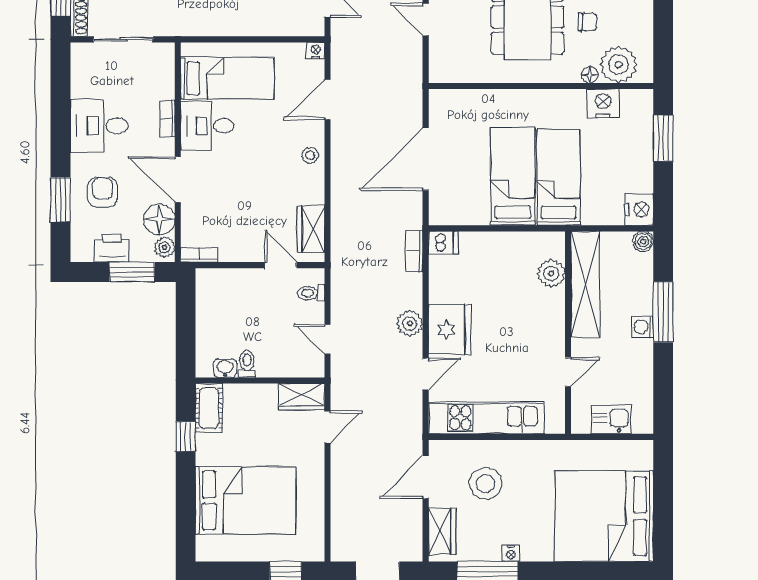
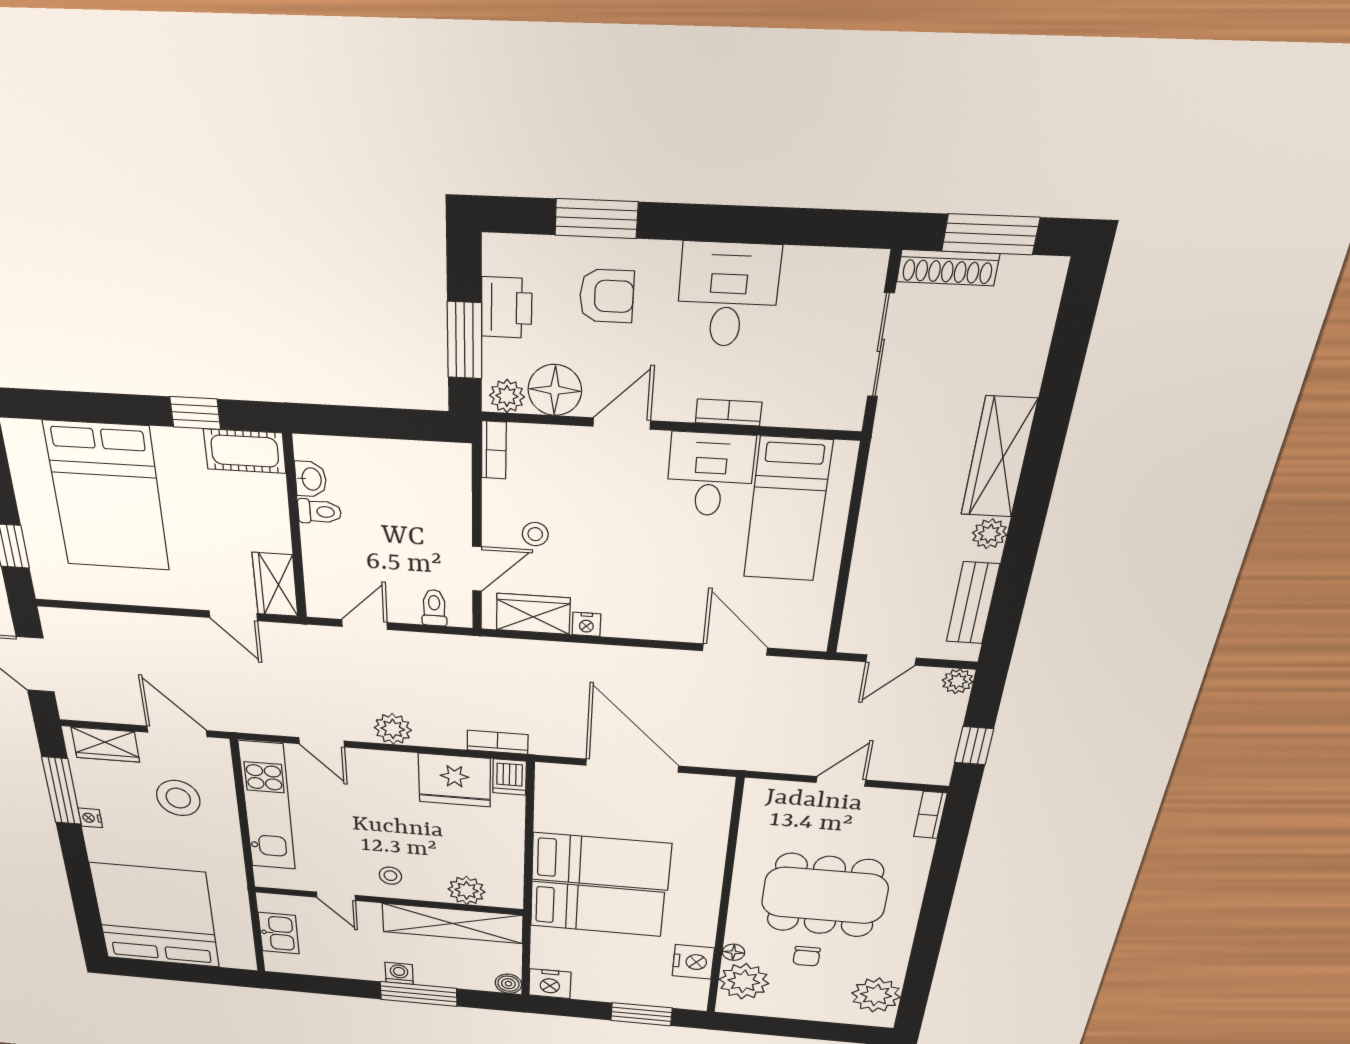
nightstand: (316, 51) -> (586, 624), moved, turned 90
stool: (310, 155) -> (535, 534), moved
door: (178, 180) -> (622, 423), width x0.73
fridge: (450, 330) -> (454, 780), moved
stool: (543, 330) -> (390, 876), added

